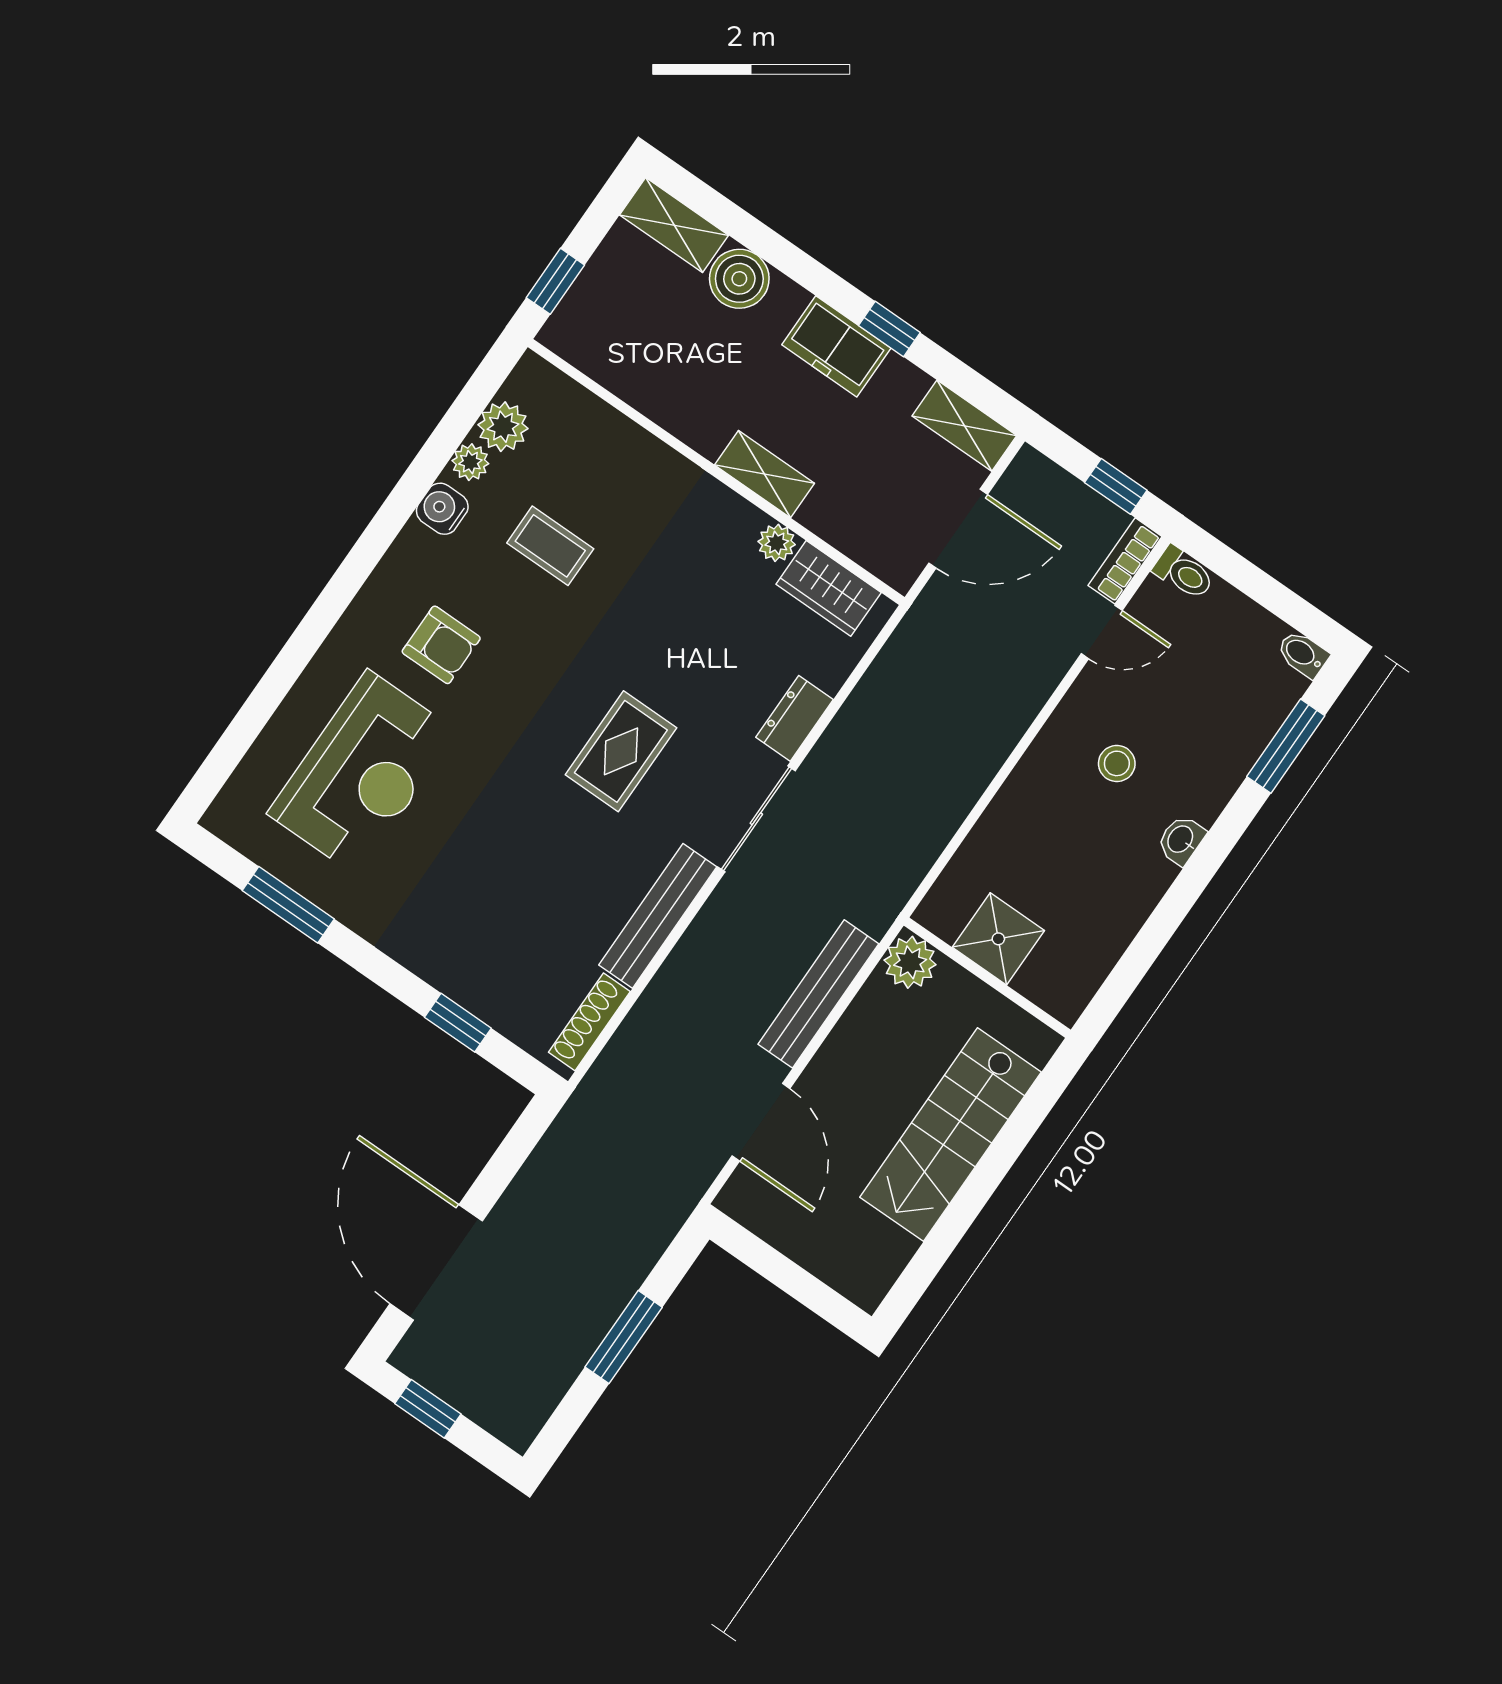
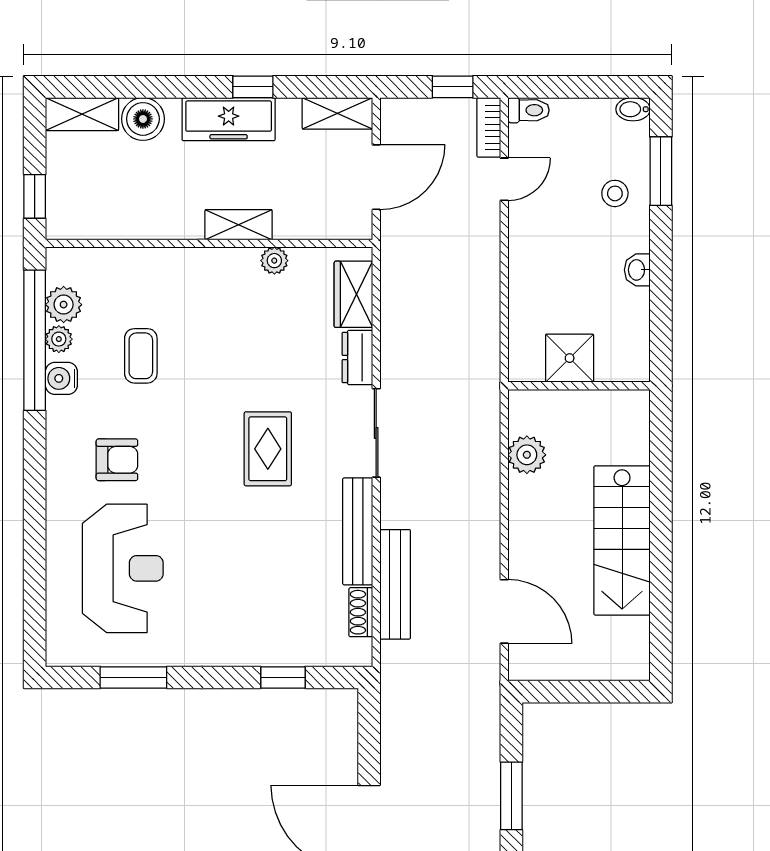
freezer: (836, 346) -> (229, 119), width x1.40
window: (442, 445) -> (35, 340), added
coffee table: (550, 546) -> (141, 356), turned 90
wardrobe: (829, 588) -> (353, 294), moved, turned 90
stool: (1117, 763) -> (615, 193), moved
shower: (998, 939) -> (570, 358), moved
wall: (987, 978) -> (579, 386), moved
bench: (818, 994) -> (395, 584), moved
shoe rack: (589, 1022) -> (361, 612), width x0.70

